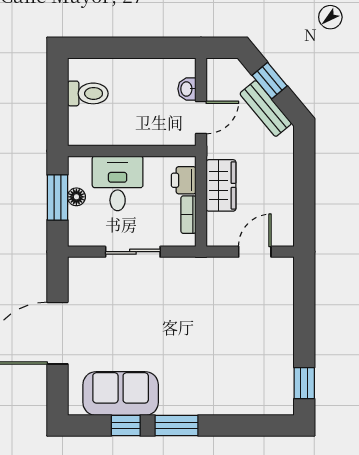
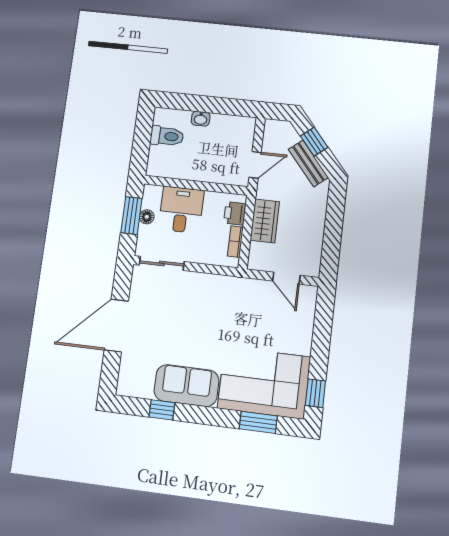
washbasin: (187, 89) -> (201, 119), moved, turned -90
sliding door: (133, 252) -> (162, 263), moved
door: (255, 252) -> (286, 278), swing flipped
corner sofa: (243, 379) -> (264, 383), added
sofa: (121, 394) -> (186, 386), moved
window: (176, 425) -> (258, 422), moved

